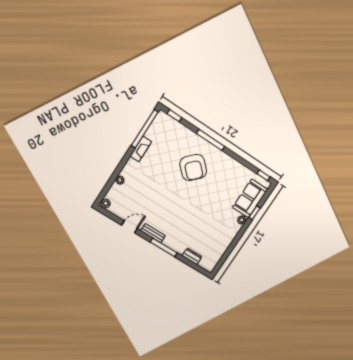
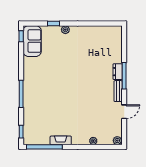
armchair: (193, 168) -> (50, 93), removed
sofa: (250, 198) -> (32, 41), moved, turned -90
door: (130, 227) -> (124, 112), swing flipped
dresser: (192, 256) -> (118, 72), moved

